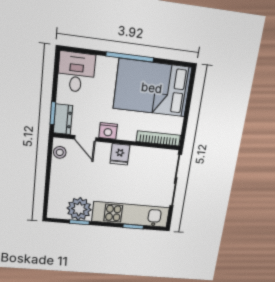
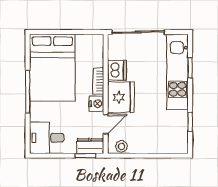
bookcase: (158, 138) -> (98, 81), moved, width x0.64
fridge: (120, 154) -> (121, 97), width x1.88, depth x1.34
dishwasher: (140, 156) -> (117, 70), added
plant: (79, 209) -> (176, 123), removed

